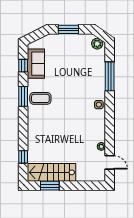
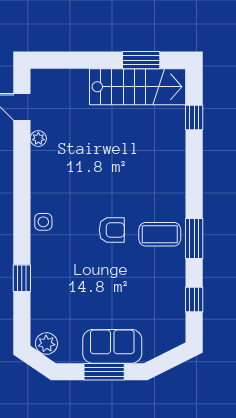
sofa: (36, 64) -> (112, 346), moved, turned 90
window: (110, 76) -> (22, 278), width x0.46
armchair: (64, 101) -> (112, 230), added

